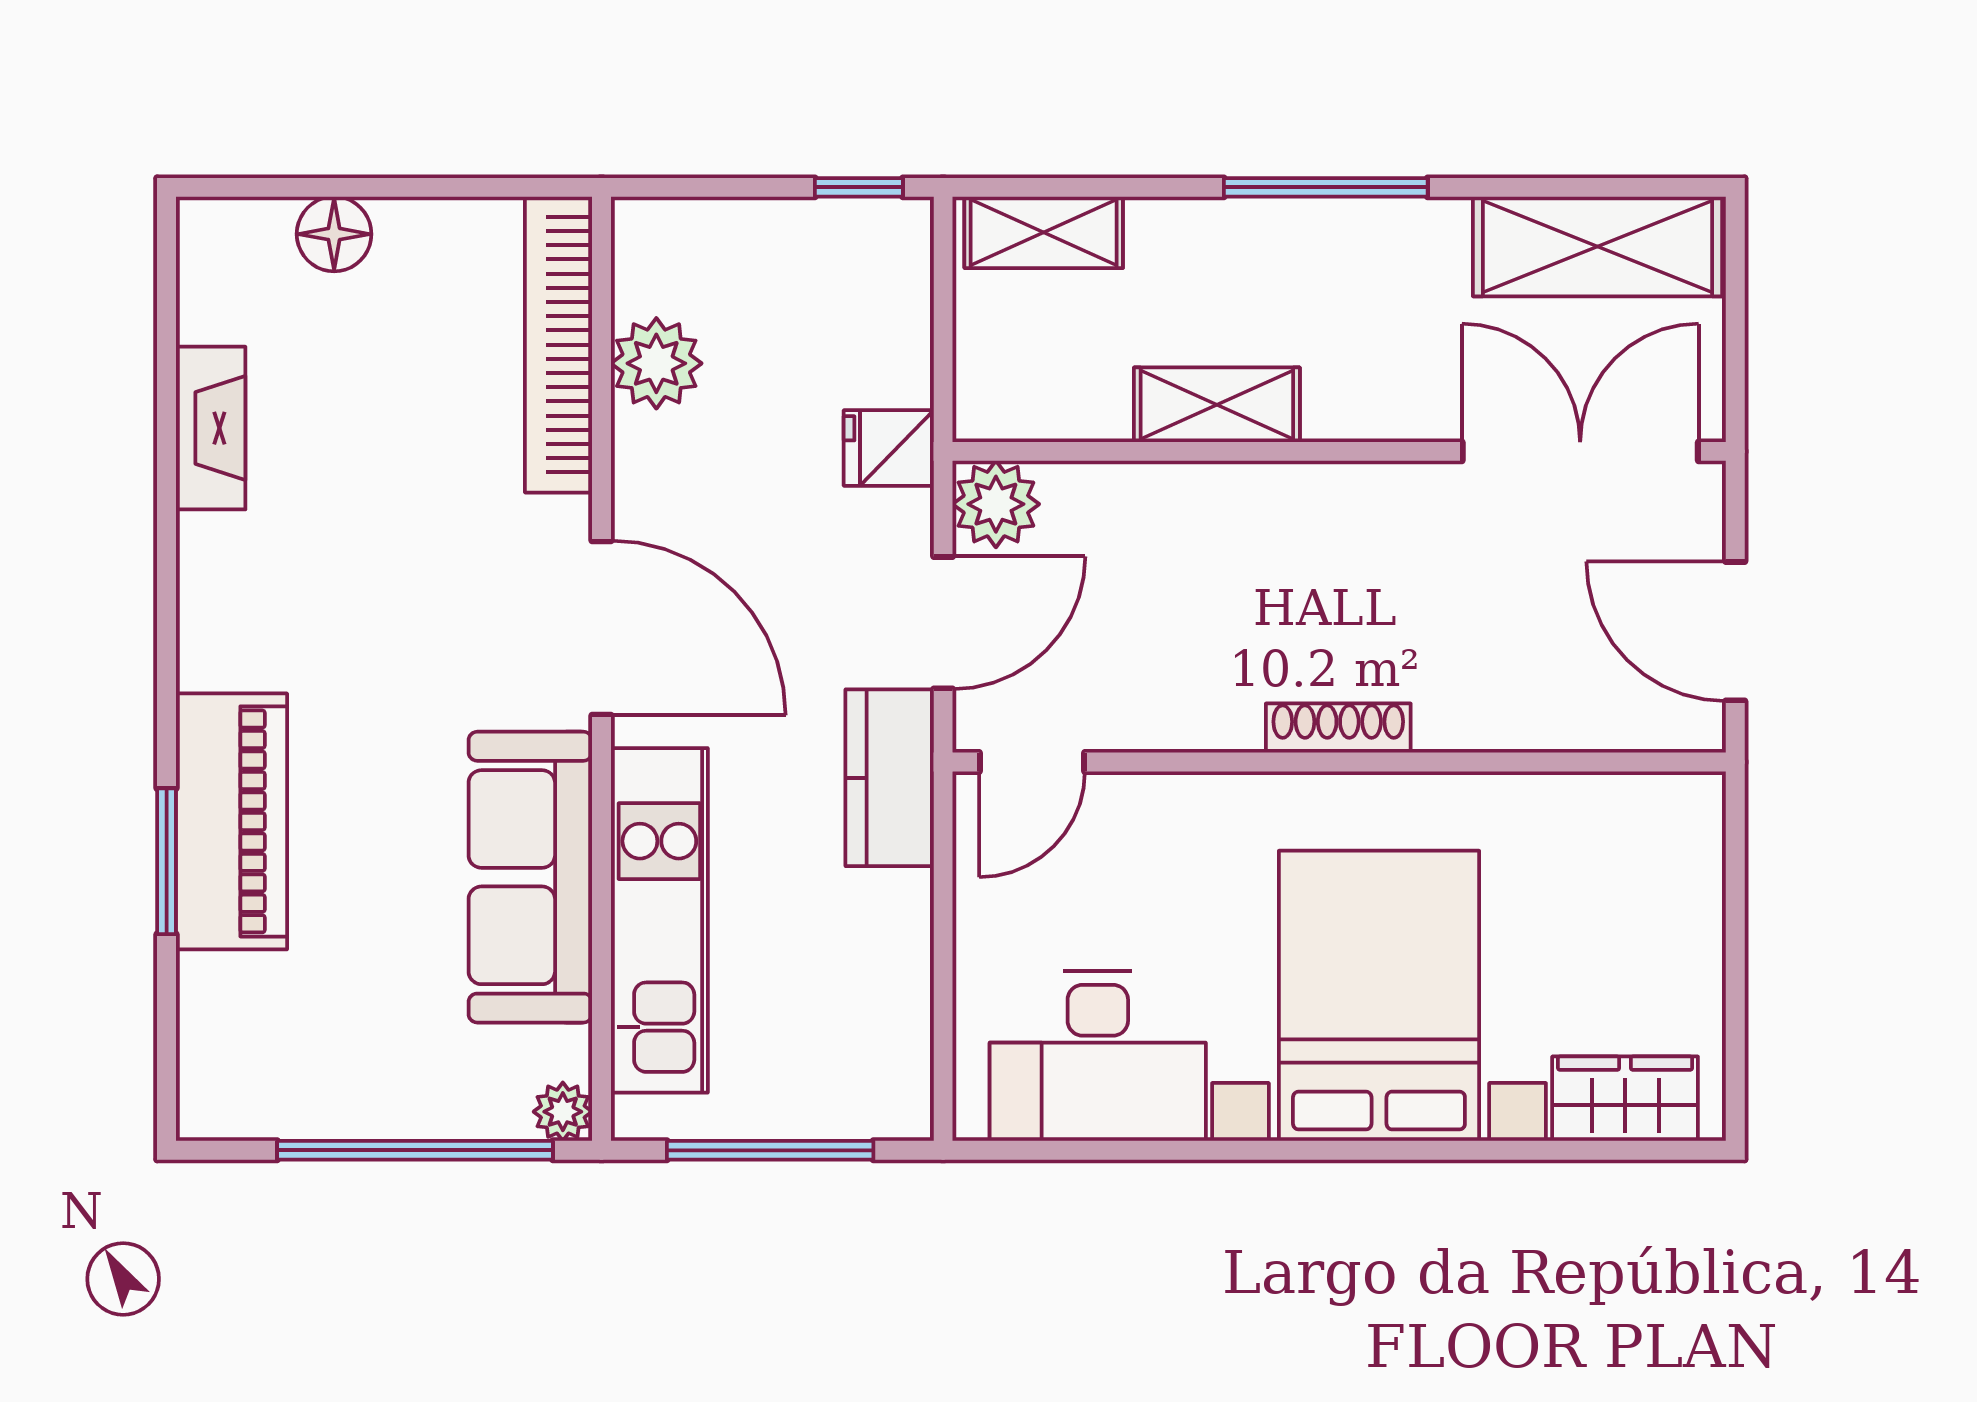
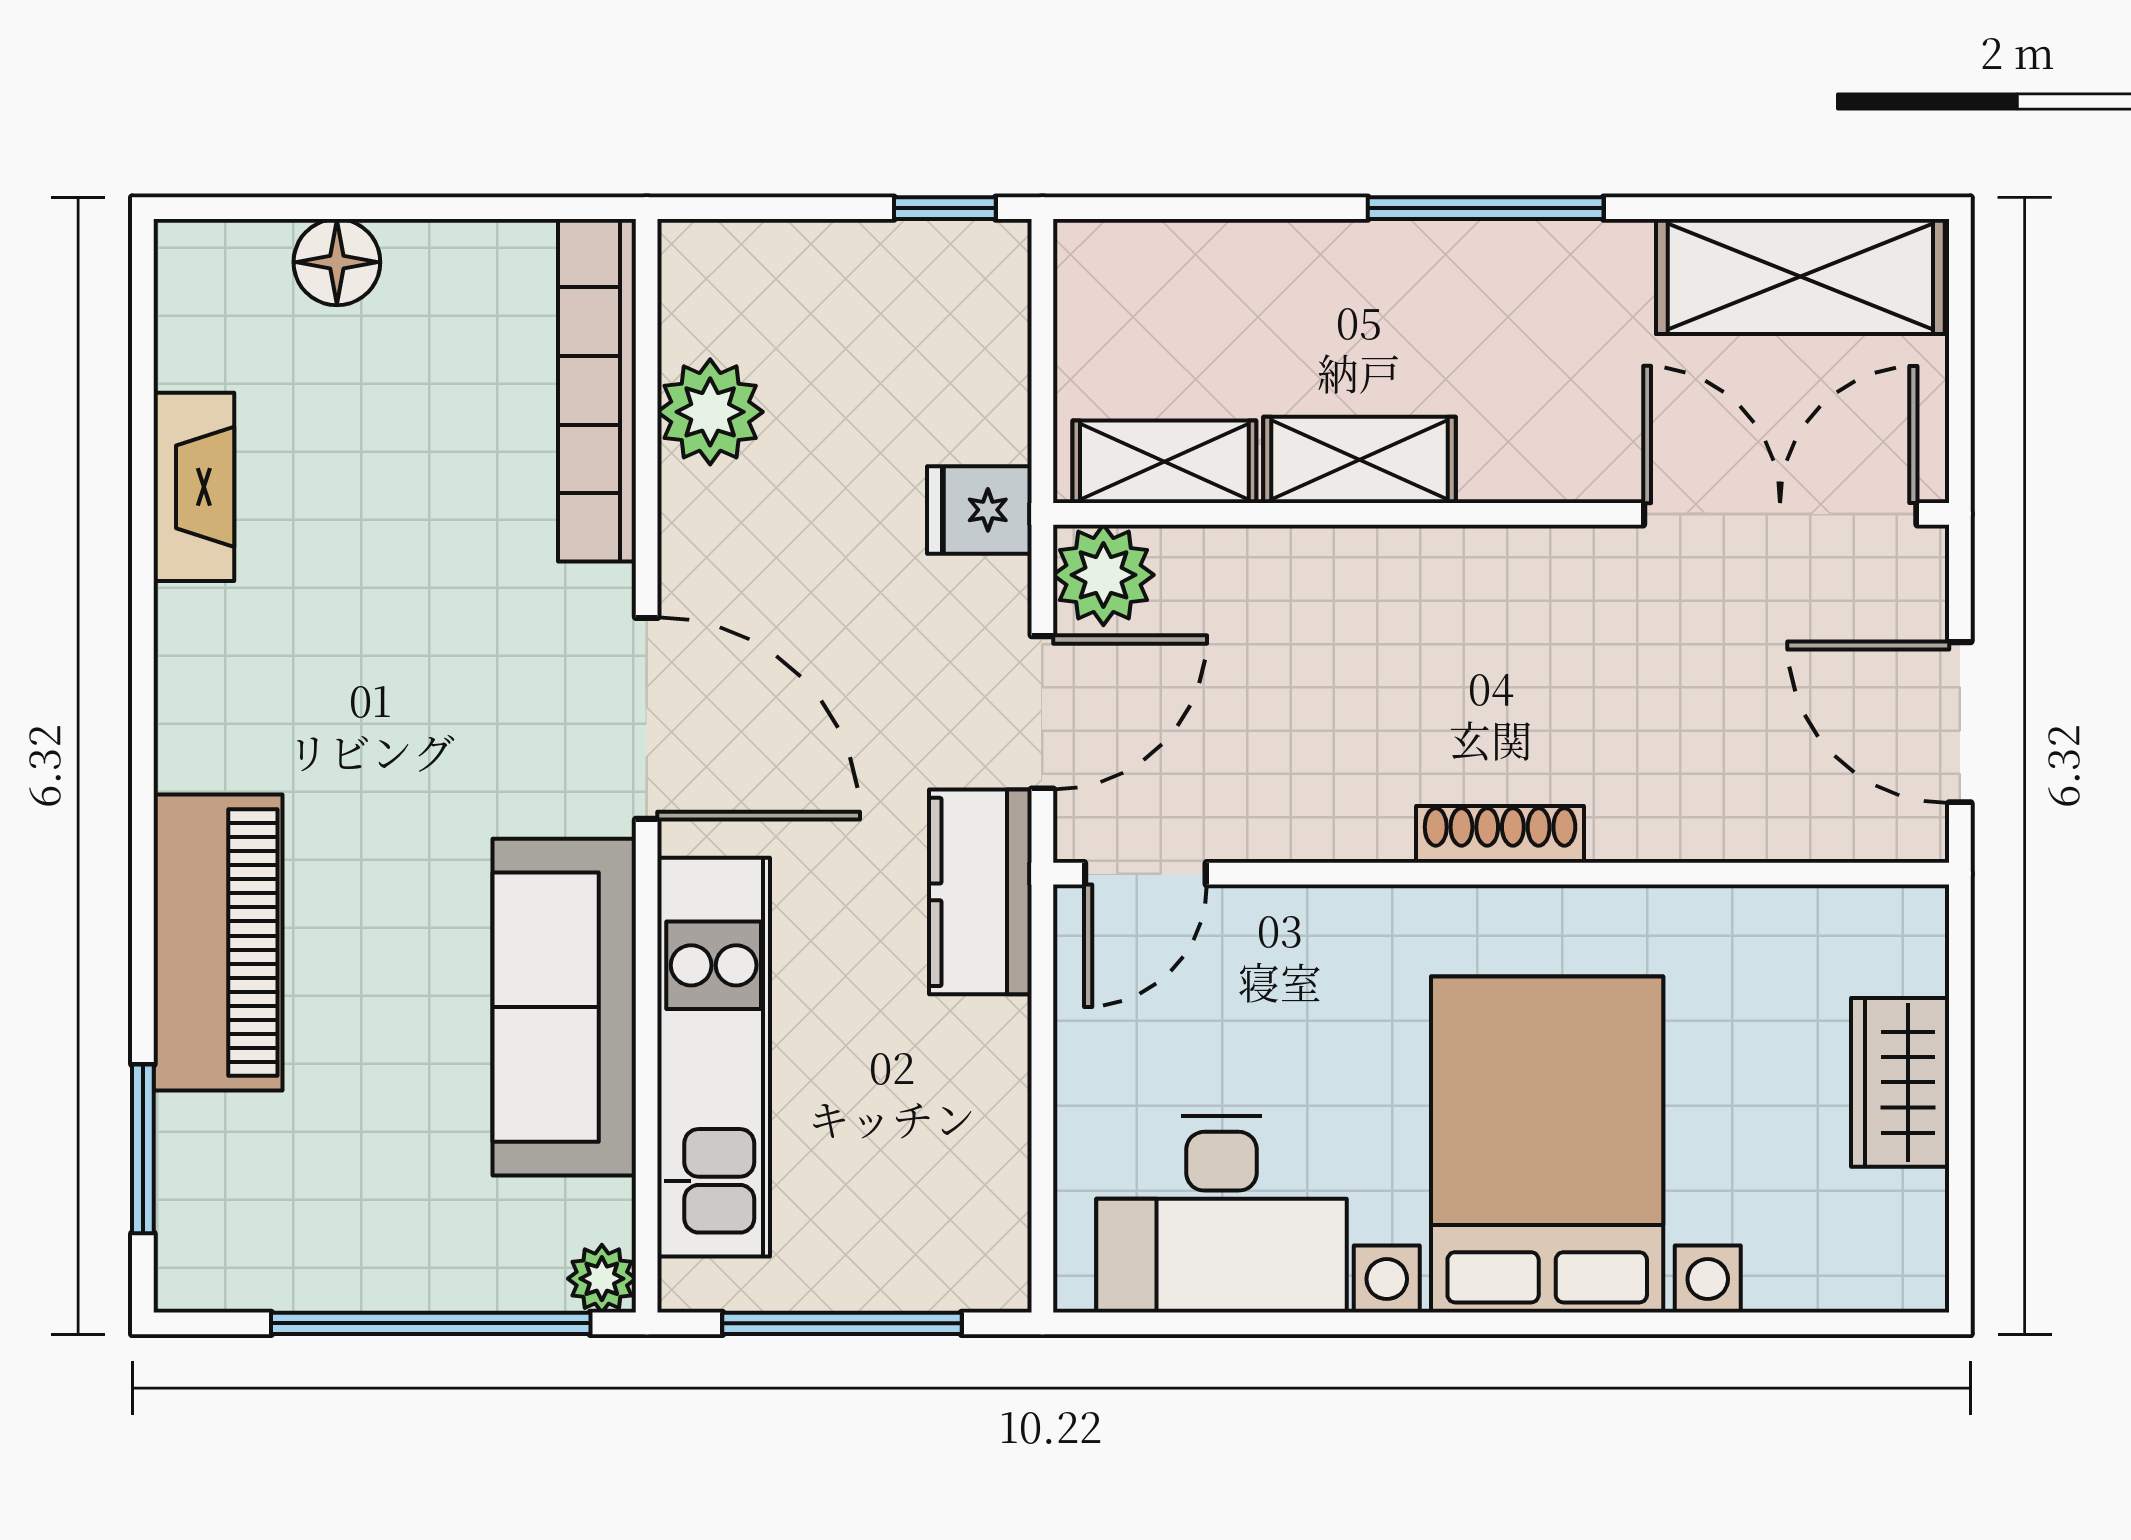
shelving: (1044, 232) -> (1164, 462), moved
window: (167, 861) -> (143, 1149), moved
wardrobe: (1625, 1099) -> (1900, 1082), moved, turned -90

